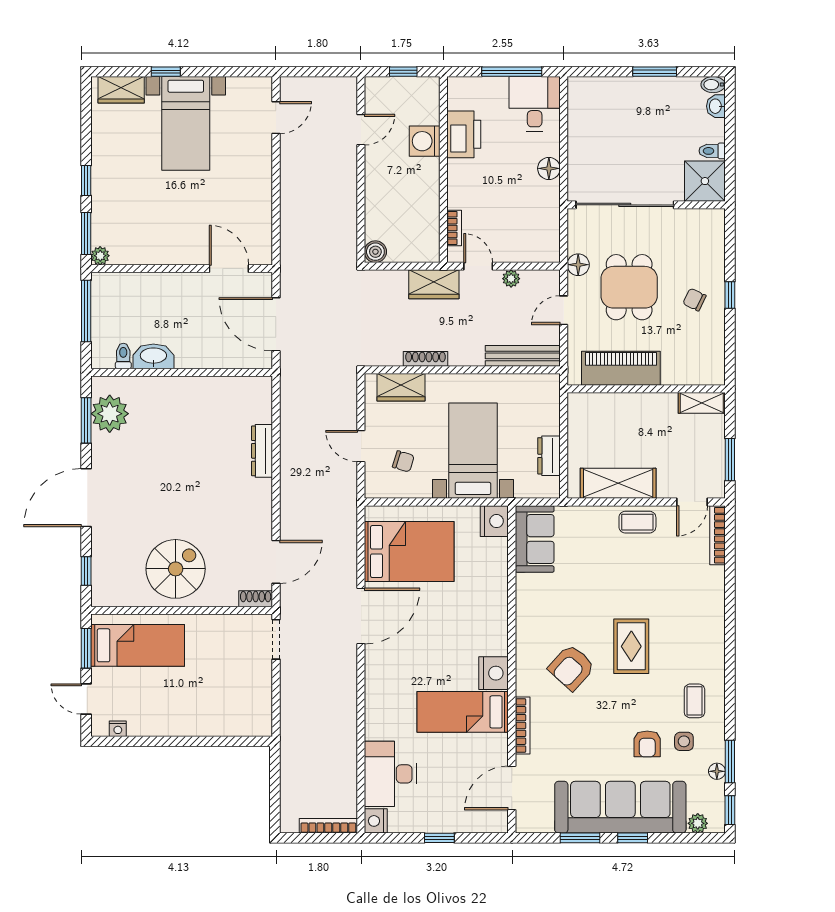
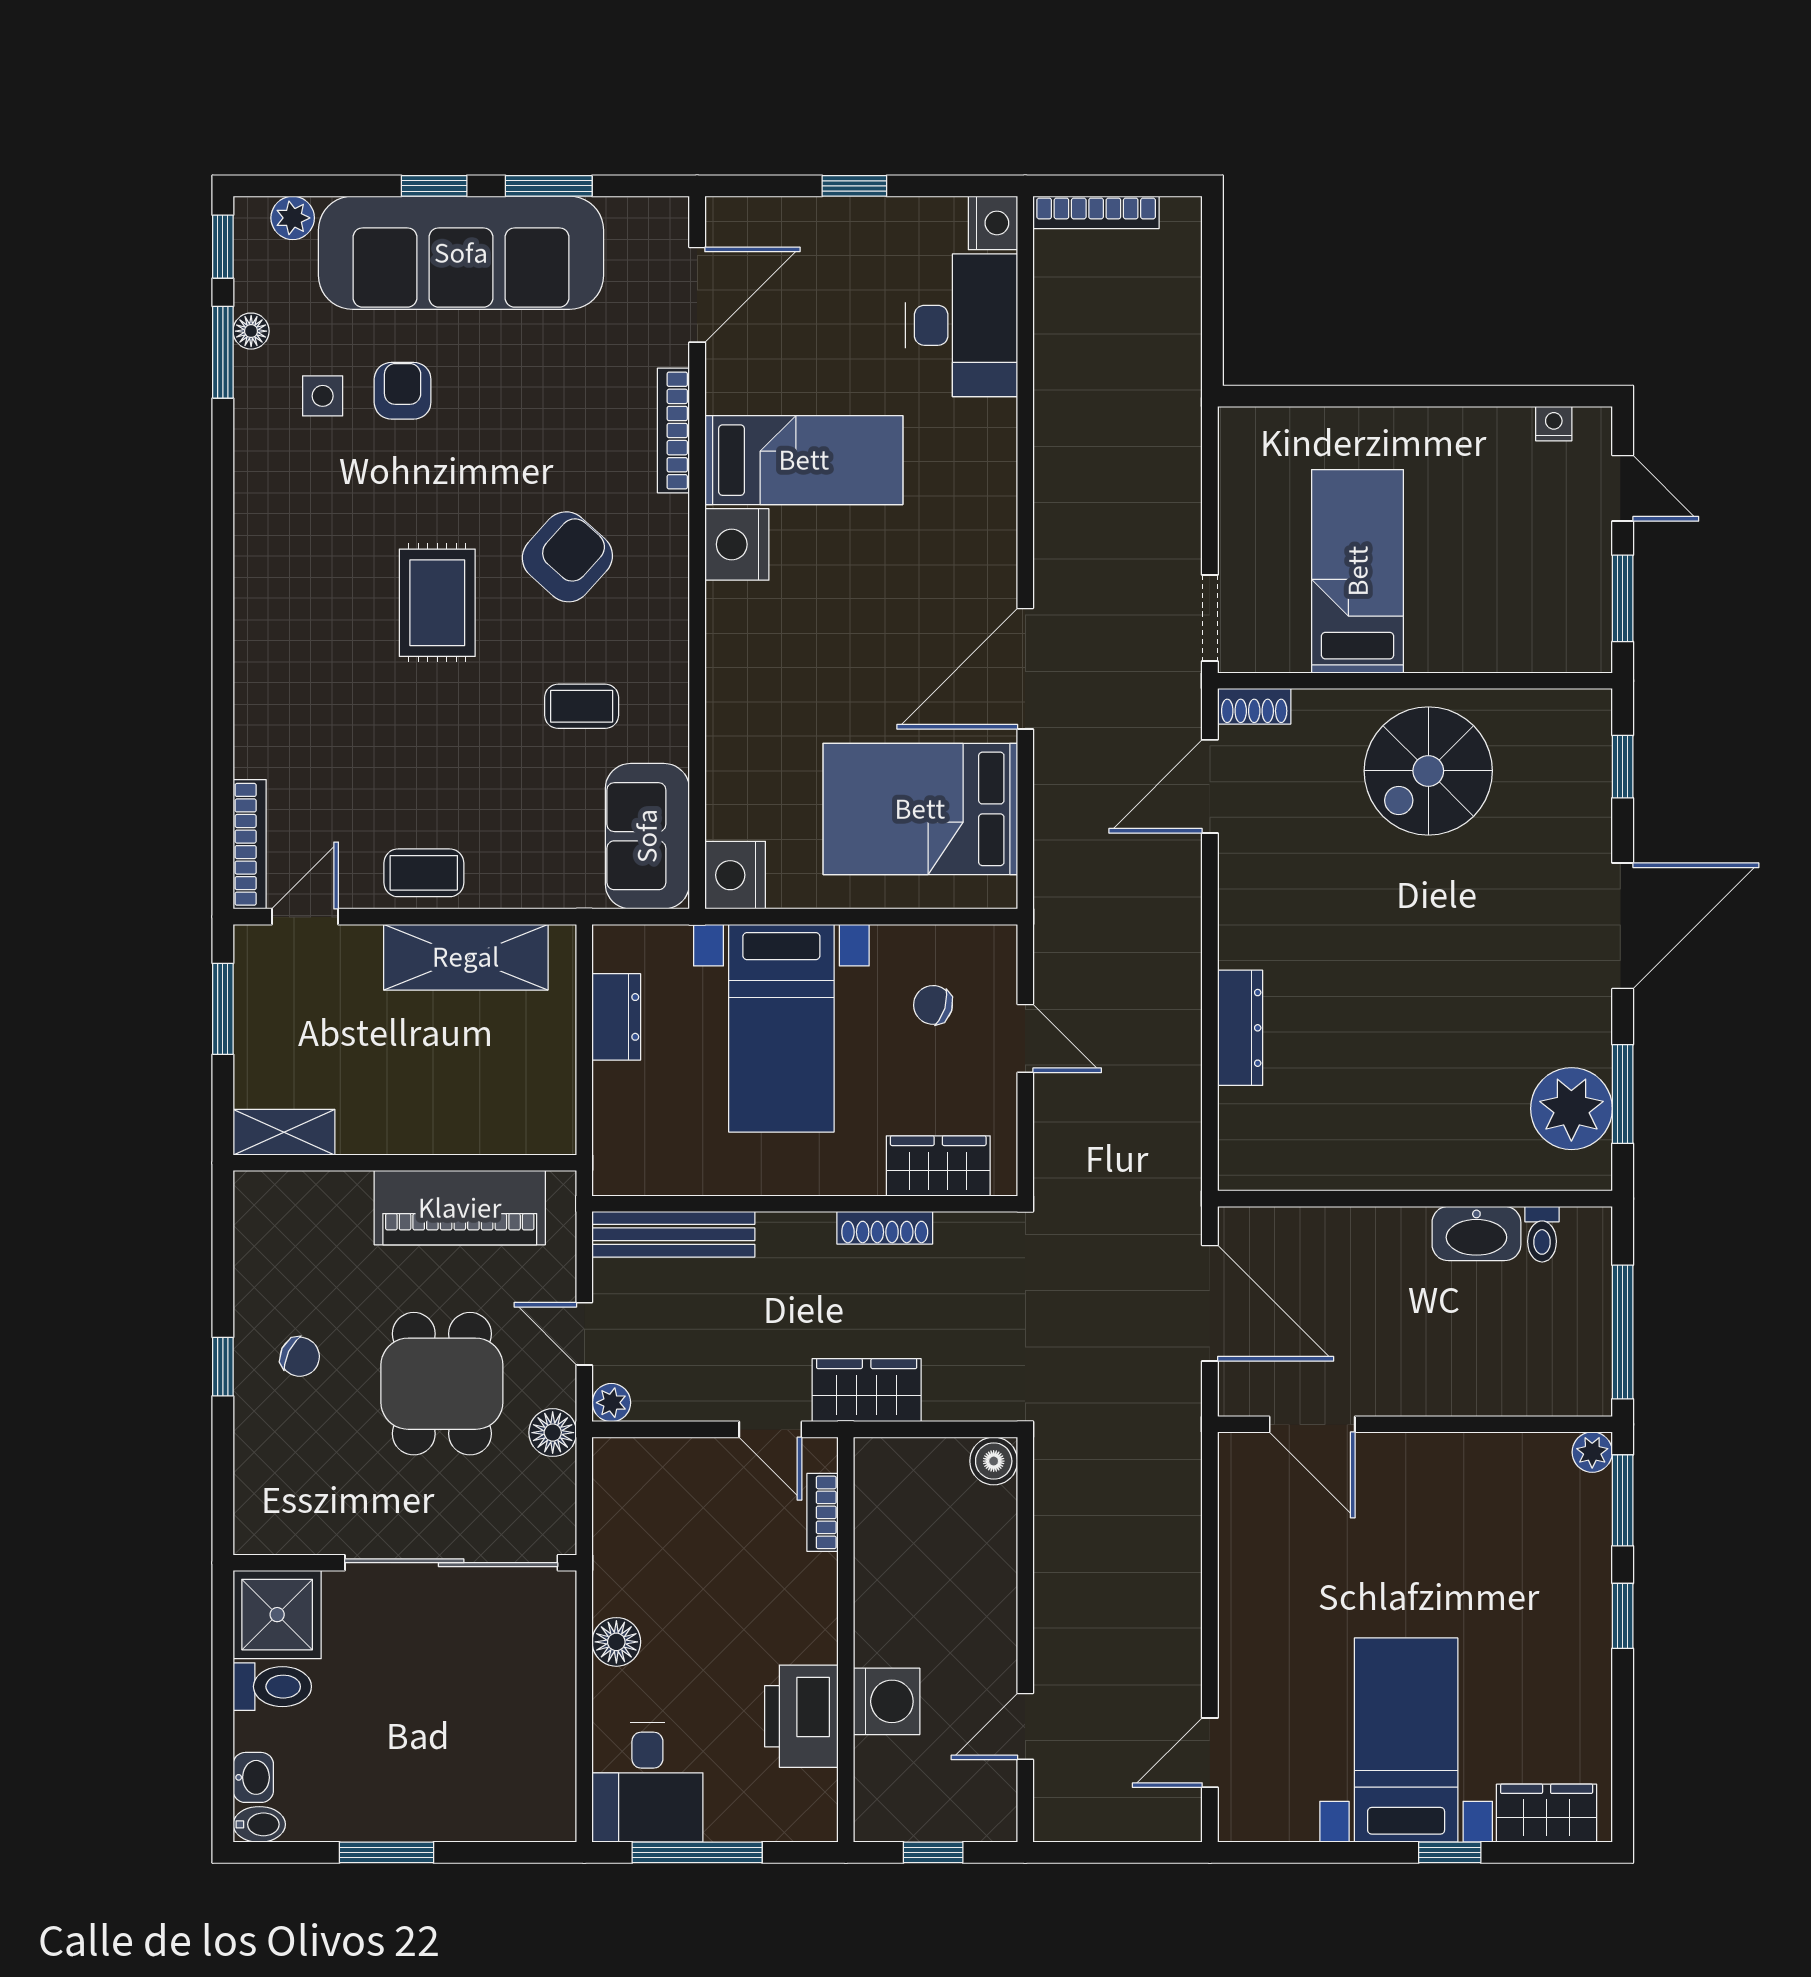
toilet: (712, 151) -> (272, 1687), width x1.37, depth x1.39
plant: (511, 279) -> (611, 1403), moved
door: (564, 310) -> (584, 1334), swing flipped
bed: (138, 645) -> (1358, 571), moved, turned 90
coffee table: (694, 701) -> (582, 706), moved, turned 90

